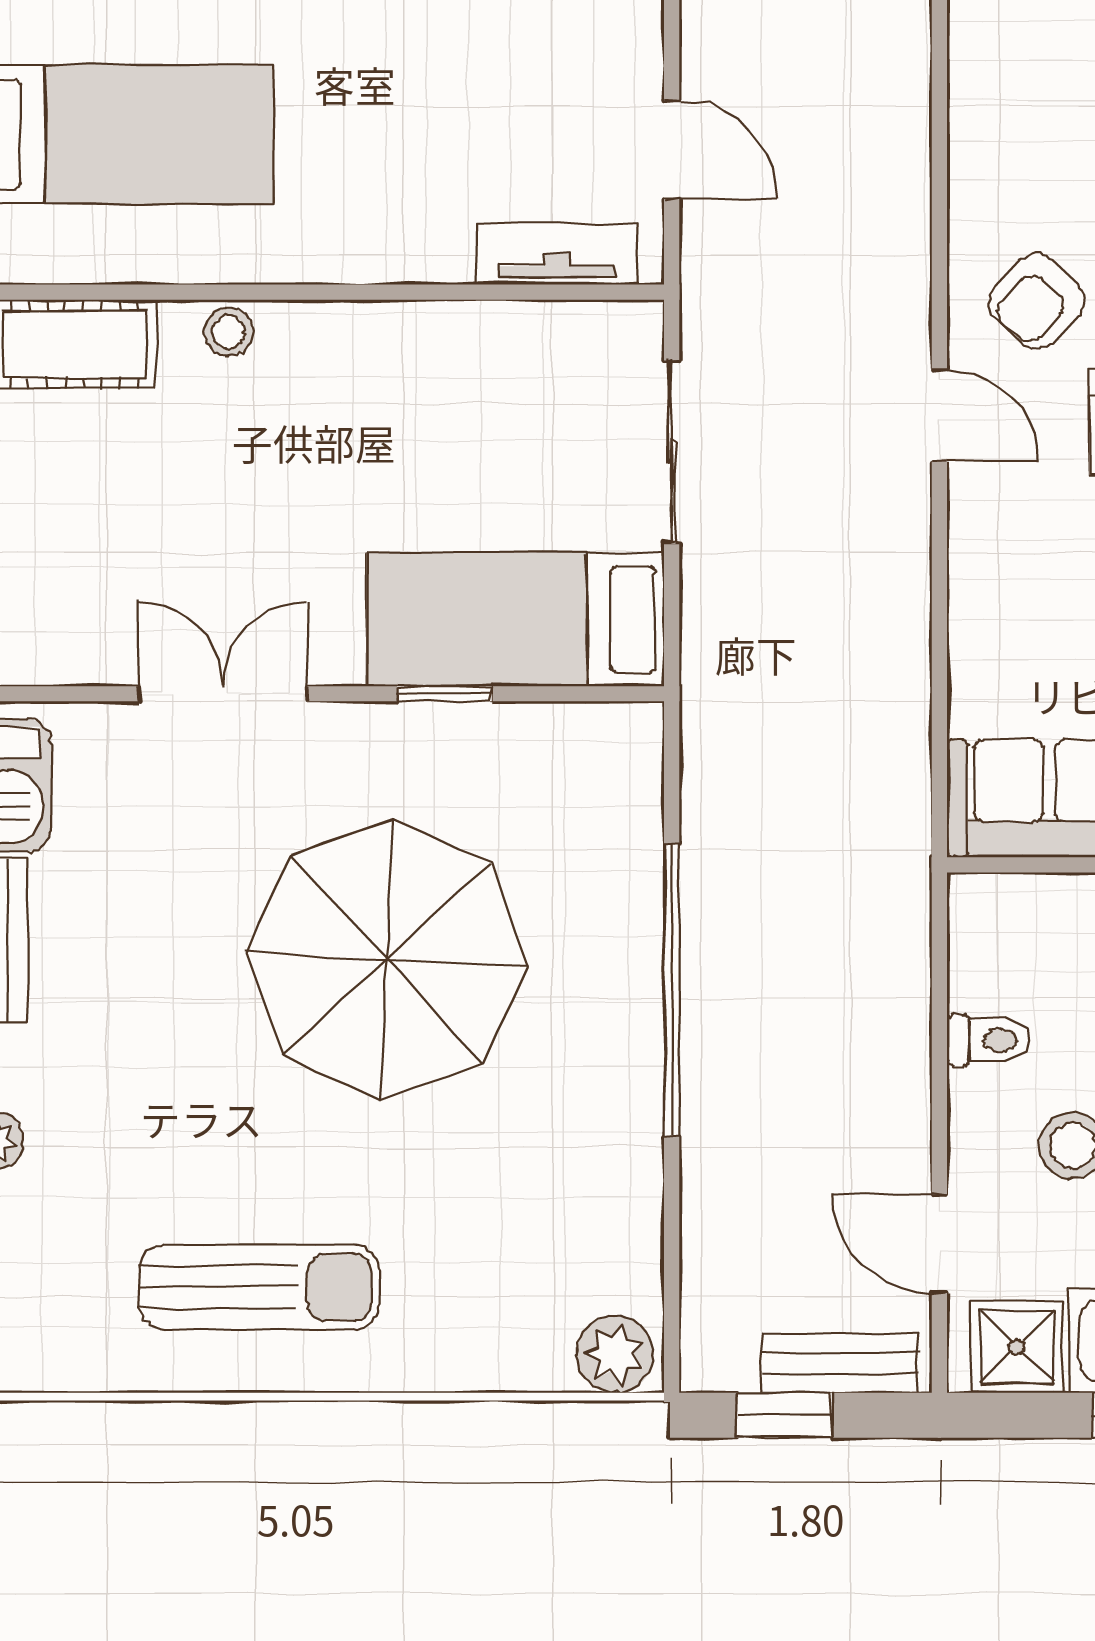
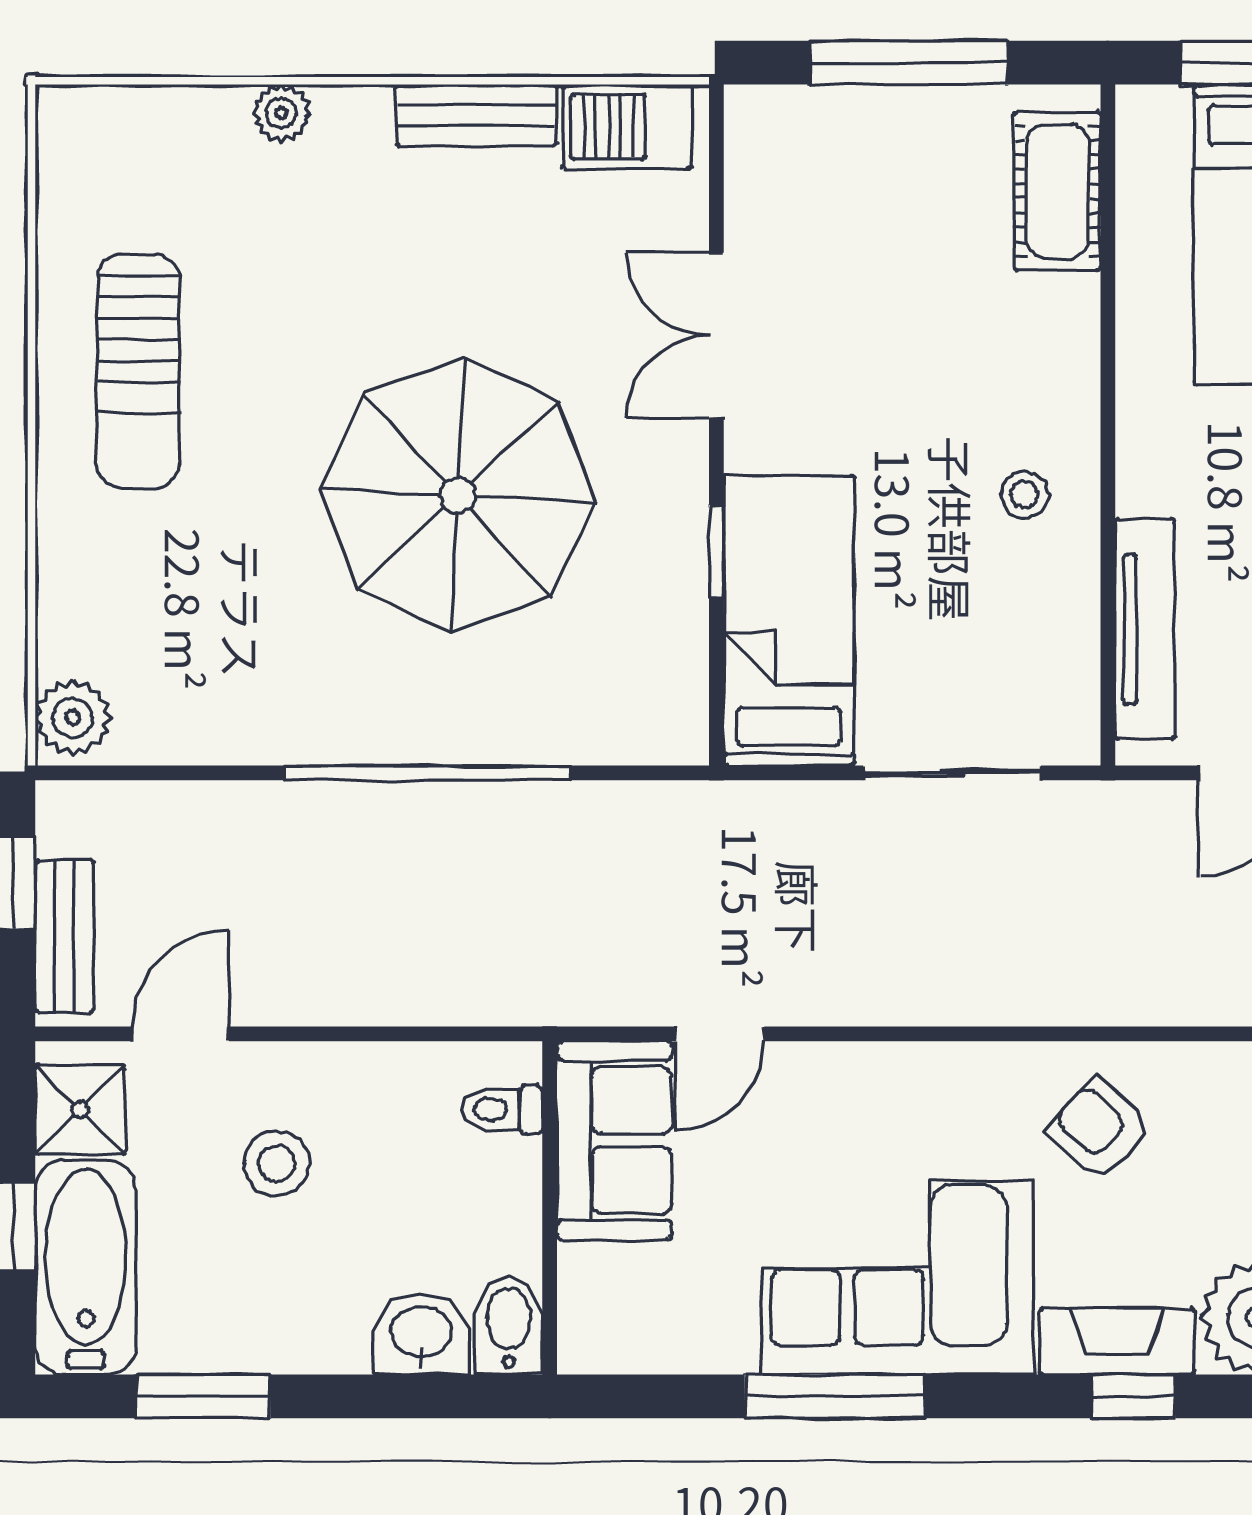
tv unit: (557, 254) -> (1145, 629), width x1.41
stool: (228, 332) -> (1024, 495), moved
door: (939, 416) -> (720, 1034), moved
double door: (222, 694) -> (716, 335), swing flipped
toilet: (988, 1040) -> (502, 1110), moved, turned 90

